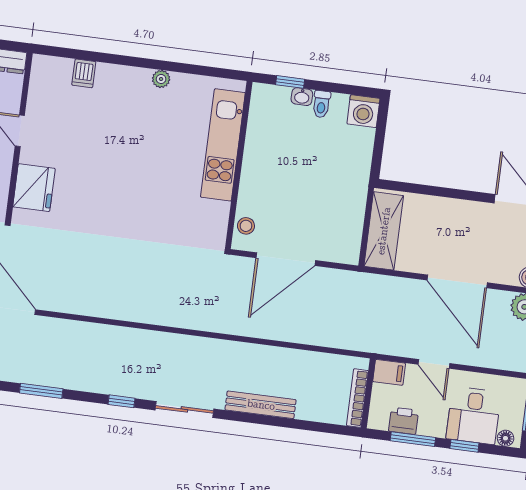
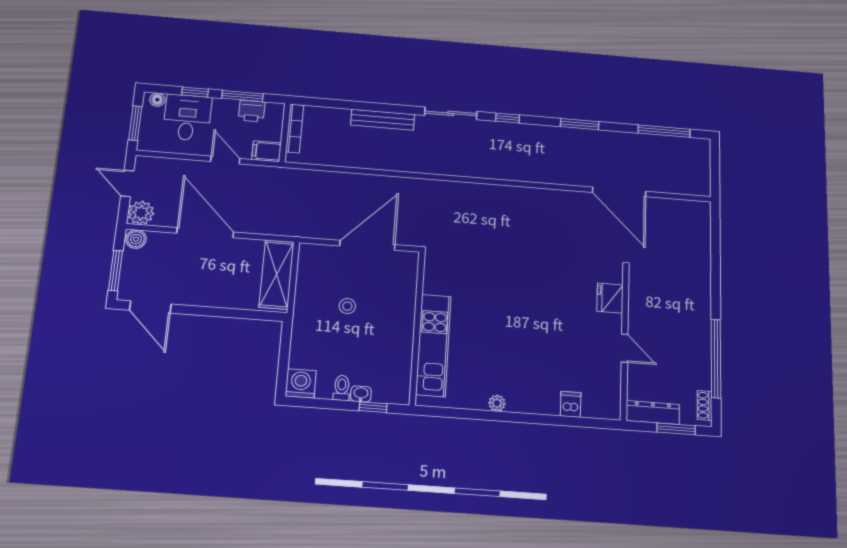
fridge: (34, 188) -> (610, 298), width x0.73, depth x0.75
stool: (246, 226) -> (347, 306), moved

